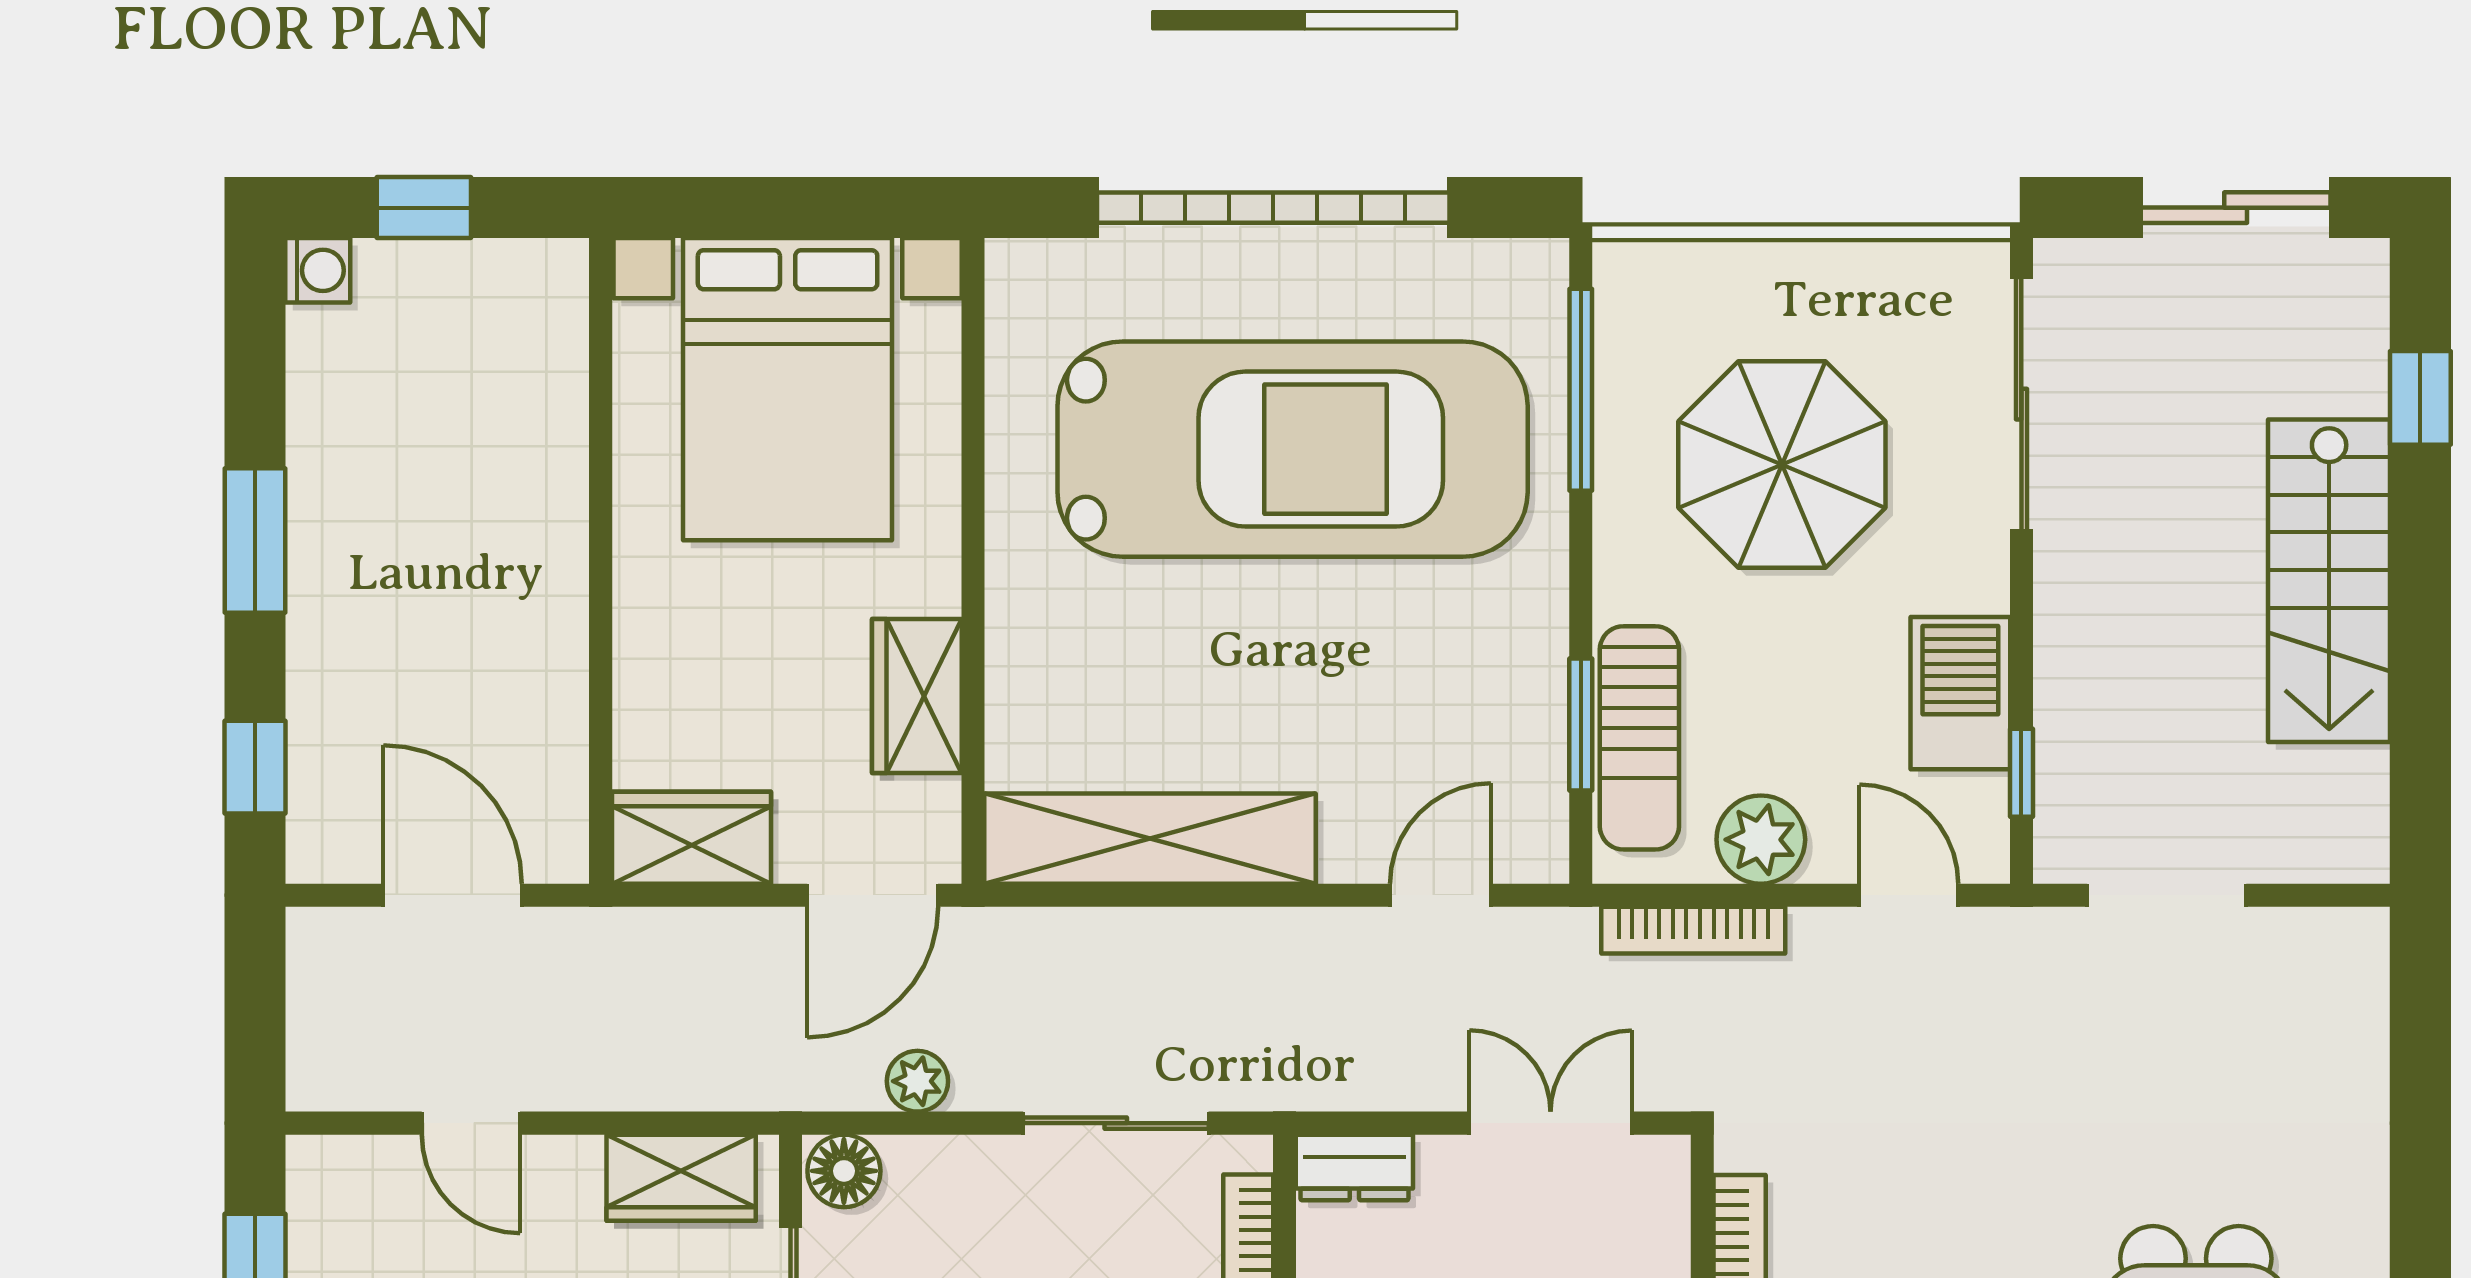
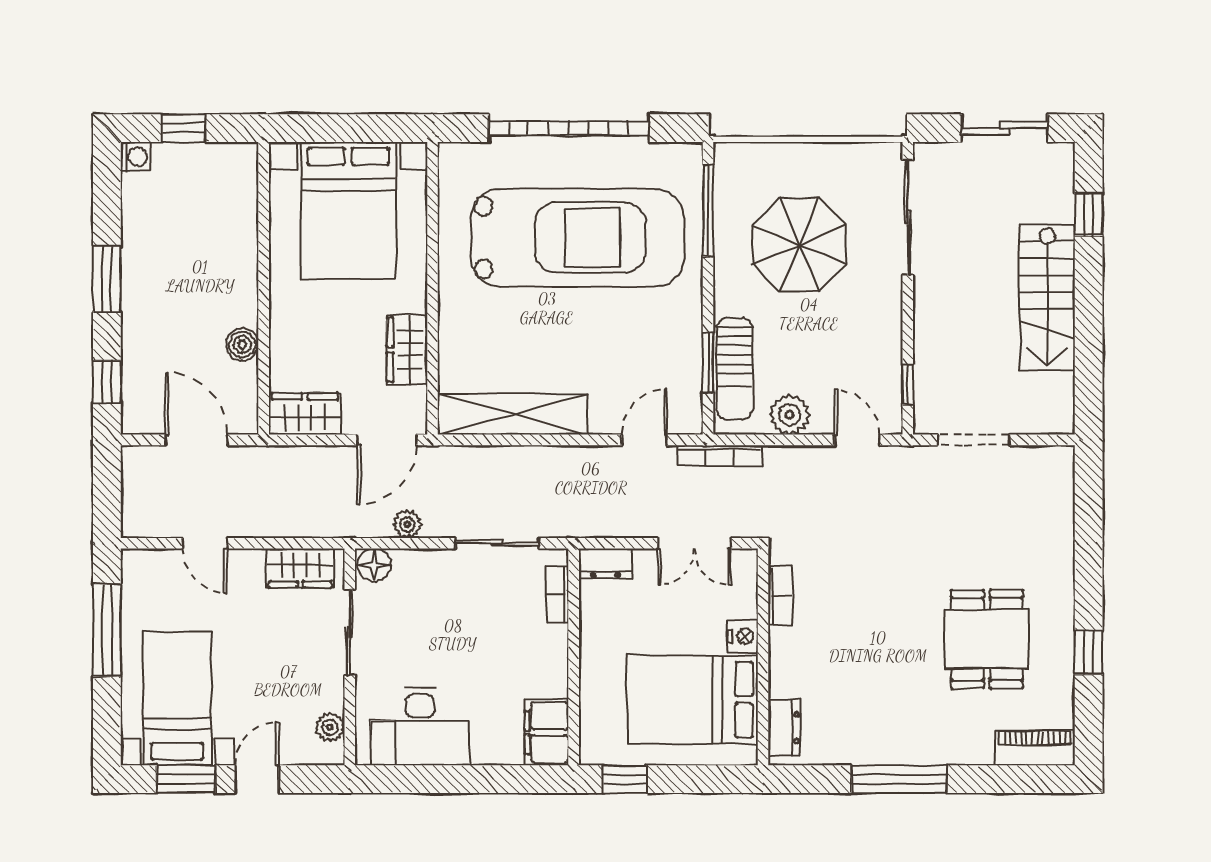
boiler: (554, 685) -> (242, 344), added
barbecue: (1960, 693) -> (880, 348), removed
bookcase: (1693, 930) -> (720, 456), moved
double door: (1551, 1123) -> (694, 543), swing flipped

